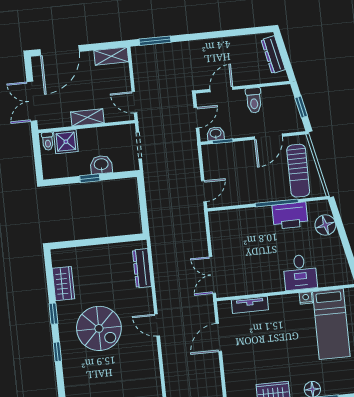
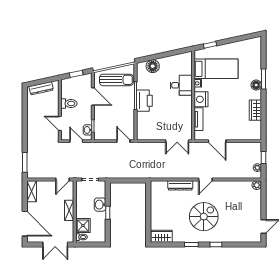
printer: (290, 216) -> (144, 101), moved
dresser: (142, 268) -> (180, 185), moved
wardrobe: (63, 284) -> (162, 236), moved
nightstand: (281, 305) -> (201, 99), added

